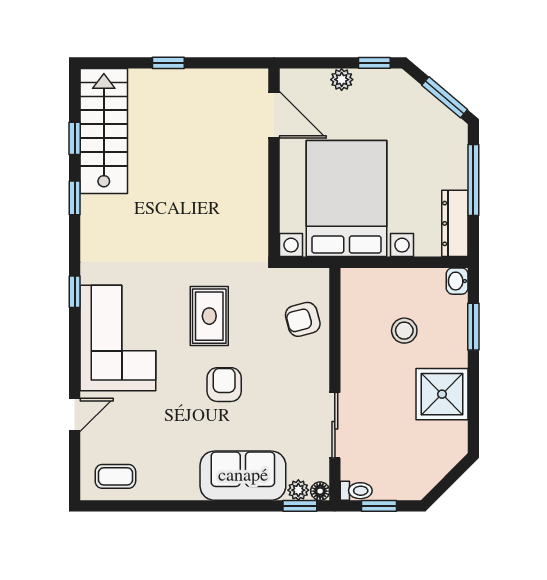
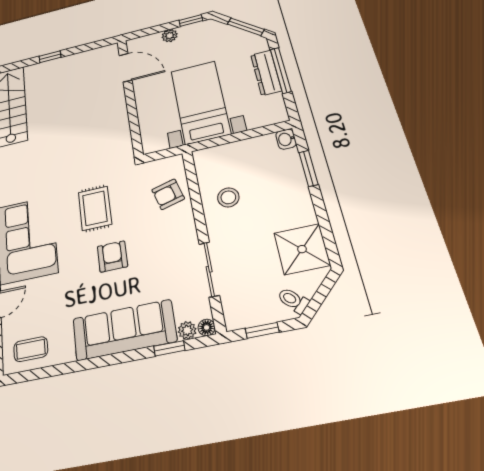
bed with nightstands: (347, 199) -> (200, 102), width x0.73
dresser: (455, 223) -> (266, 73), moved
stool: (404, 331) -> (228, 197), moved
shower: (442, 394) -> (302, 249), moved
sofa: (243, 476) -> (124, 330), width x1.36
toilet: (356, 491) -> (293, 300), moved, turned -135
window: (300, 506) -> (169, 348), moved

